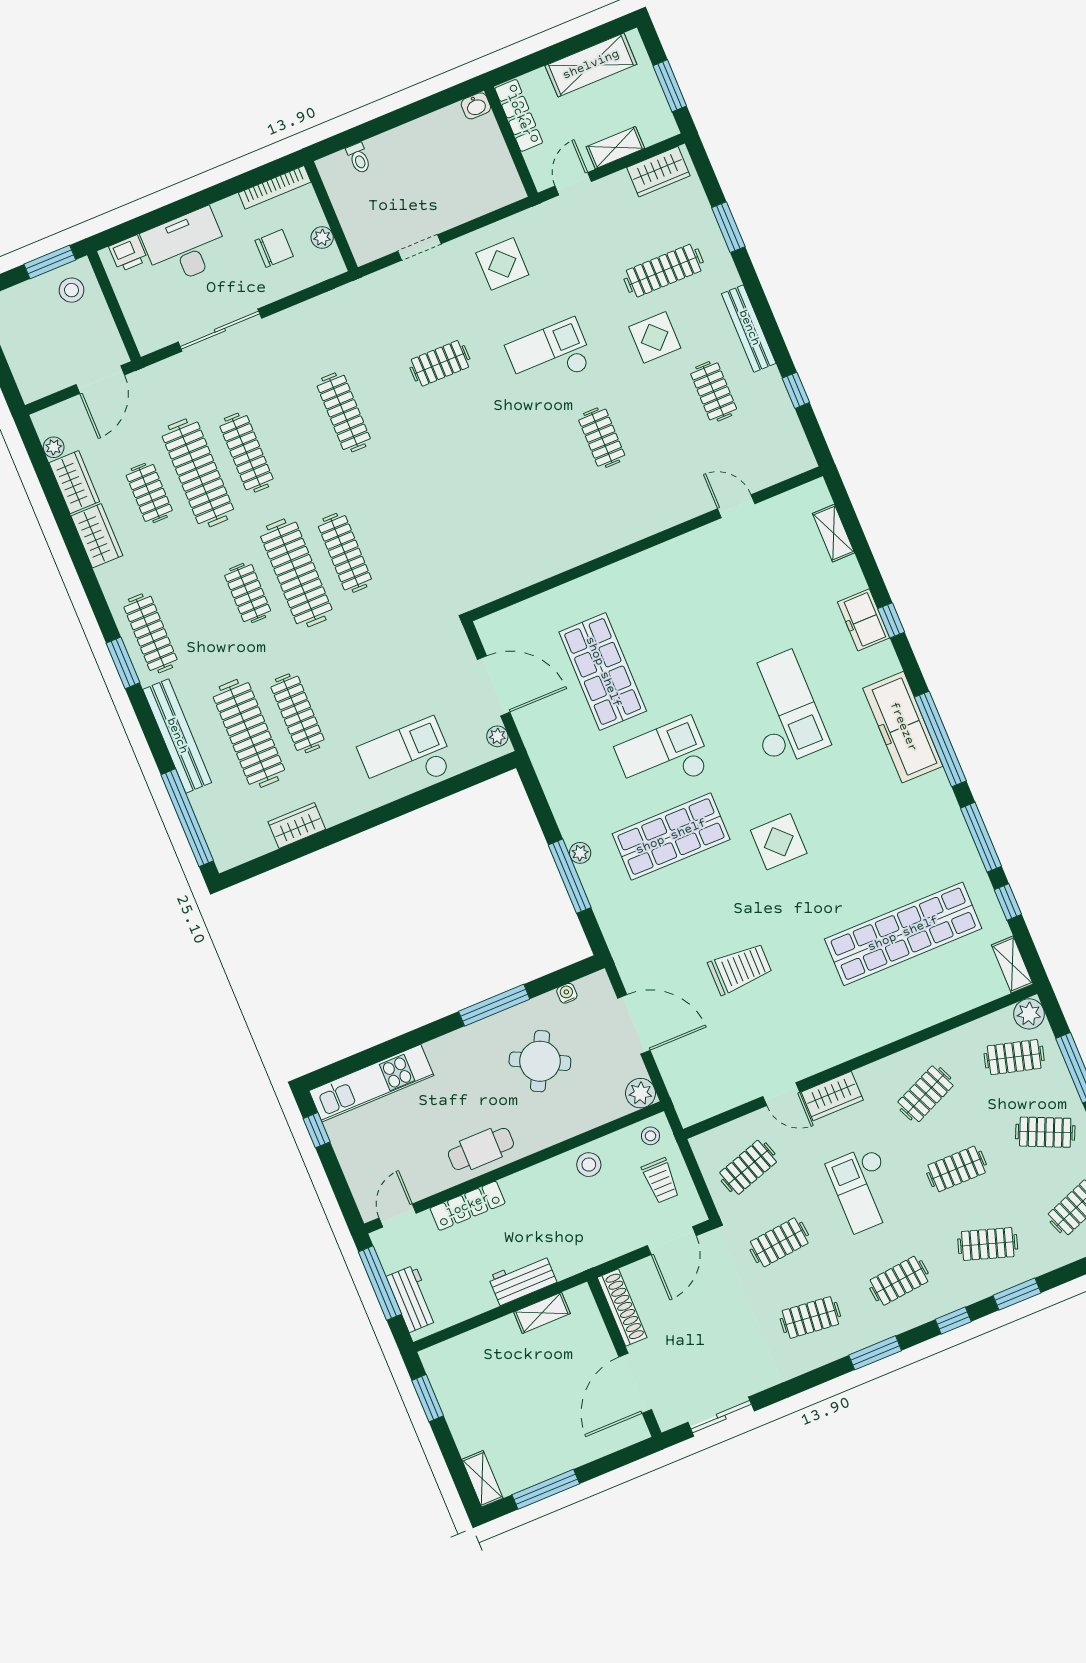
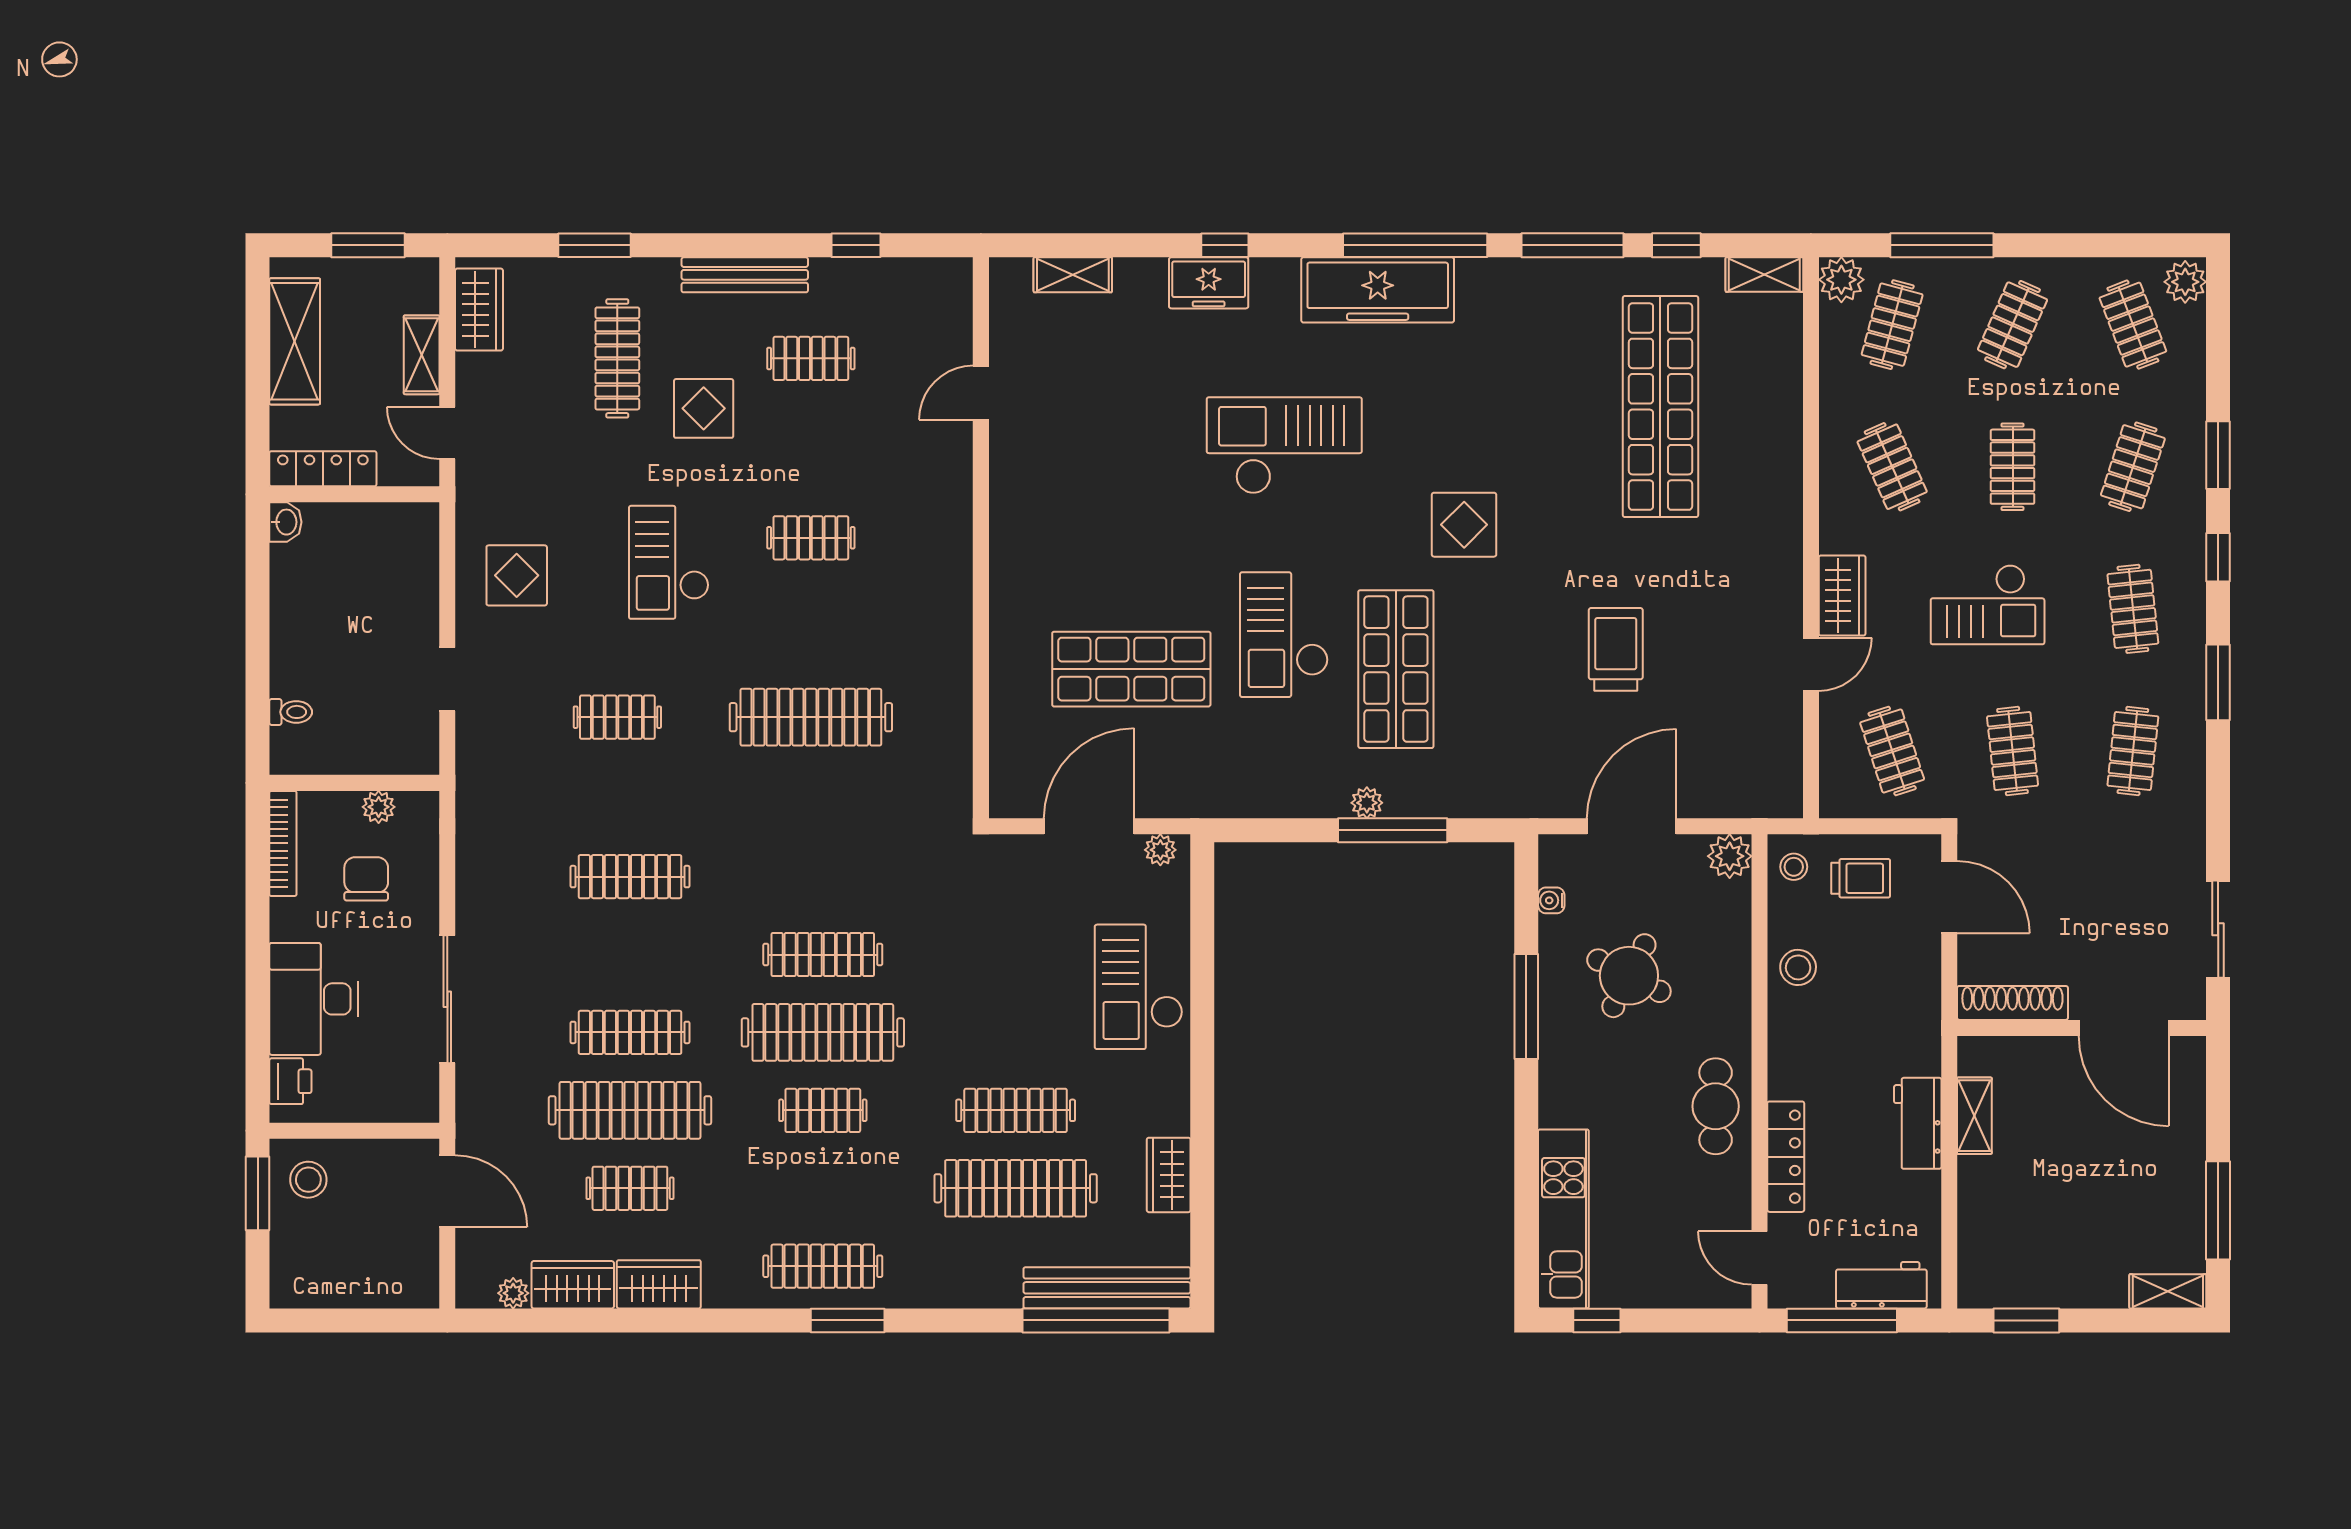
clothes rail: (440, 363) -> (617, 717), turned 90
clothes rail: (490, 484) -> (811, 717), added
bench: (177, 736) -> (1107, 1288), moved

